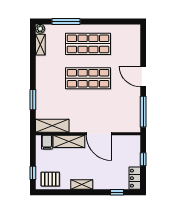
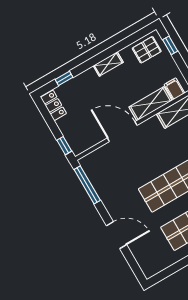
door: (143, 77) -> (116, 235), moved
window: (143, 159) -> (64, 146), moved

